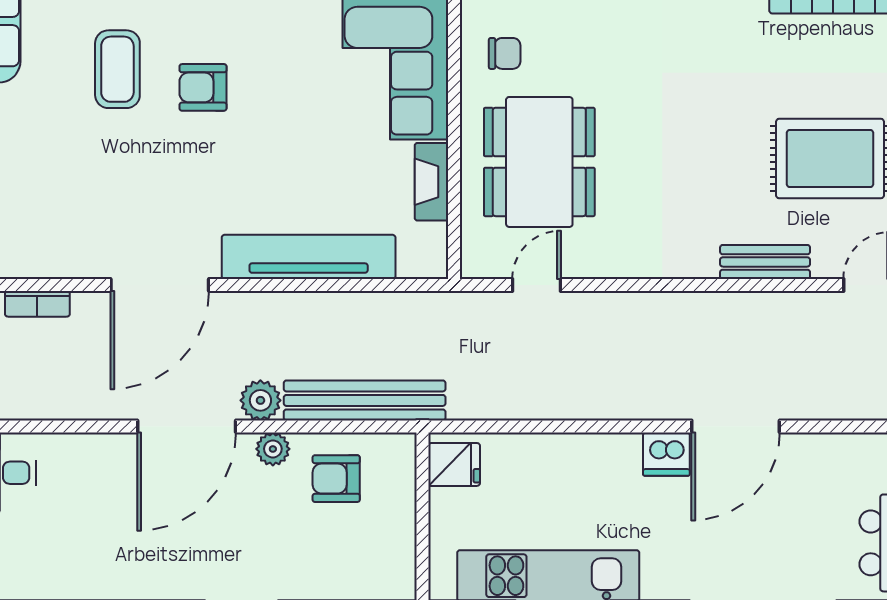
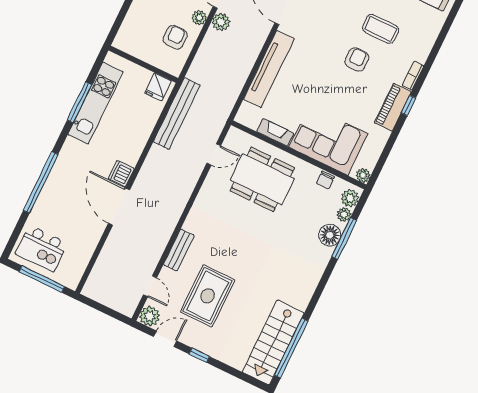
chair: (505, 53) -> (325, 180), moved
door: (536, 285) -> (214, 154), hinge flipped
bench: (365, 400) -> (177, 113), moved

